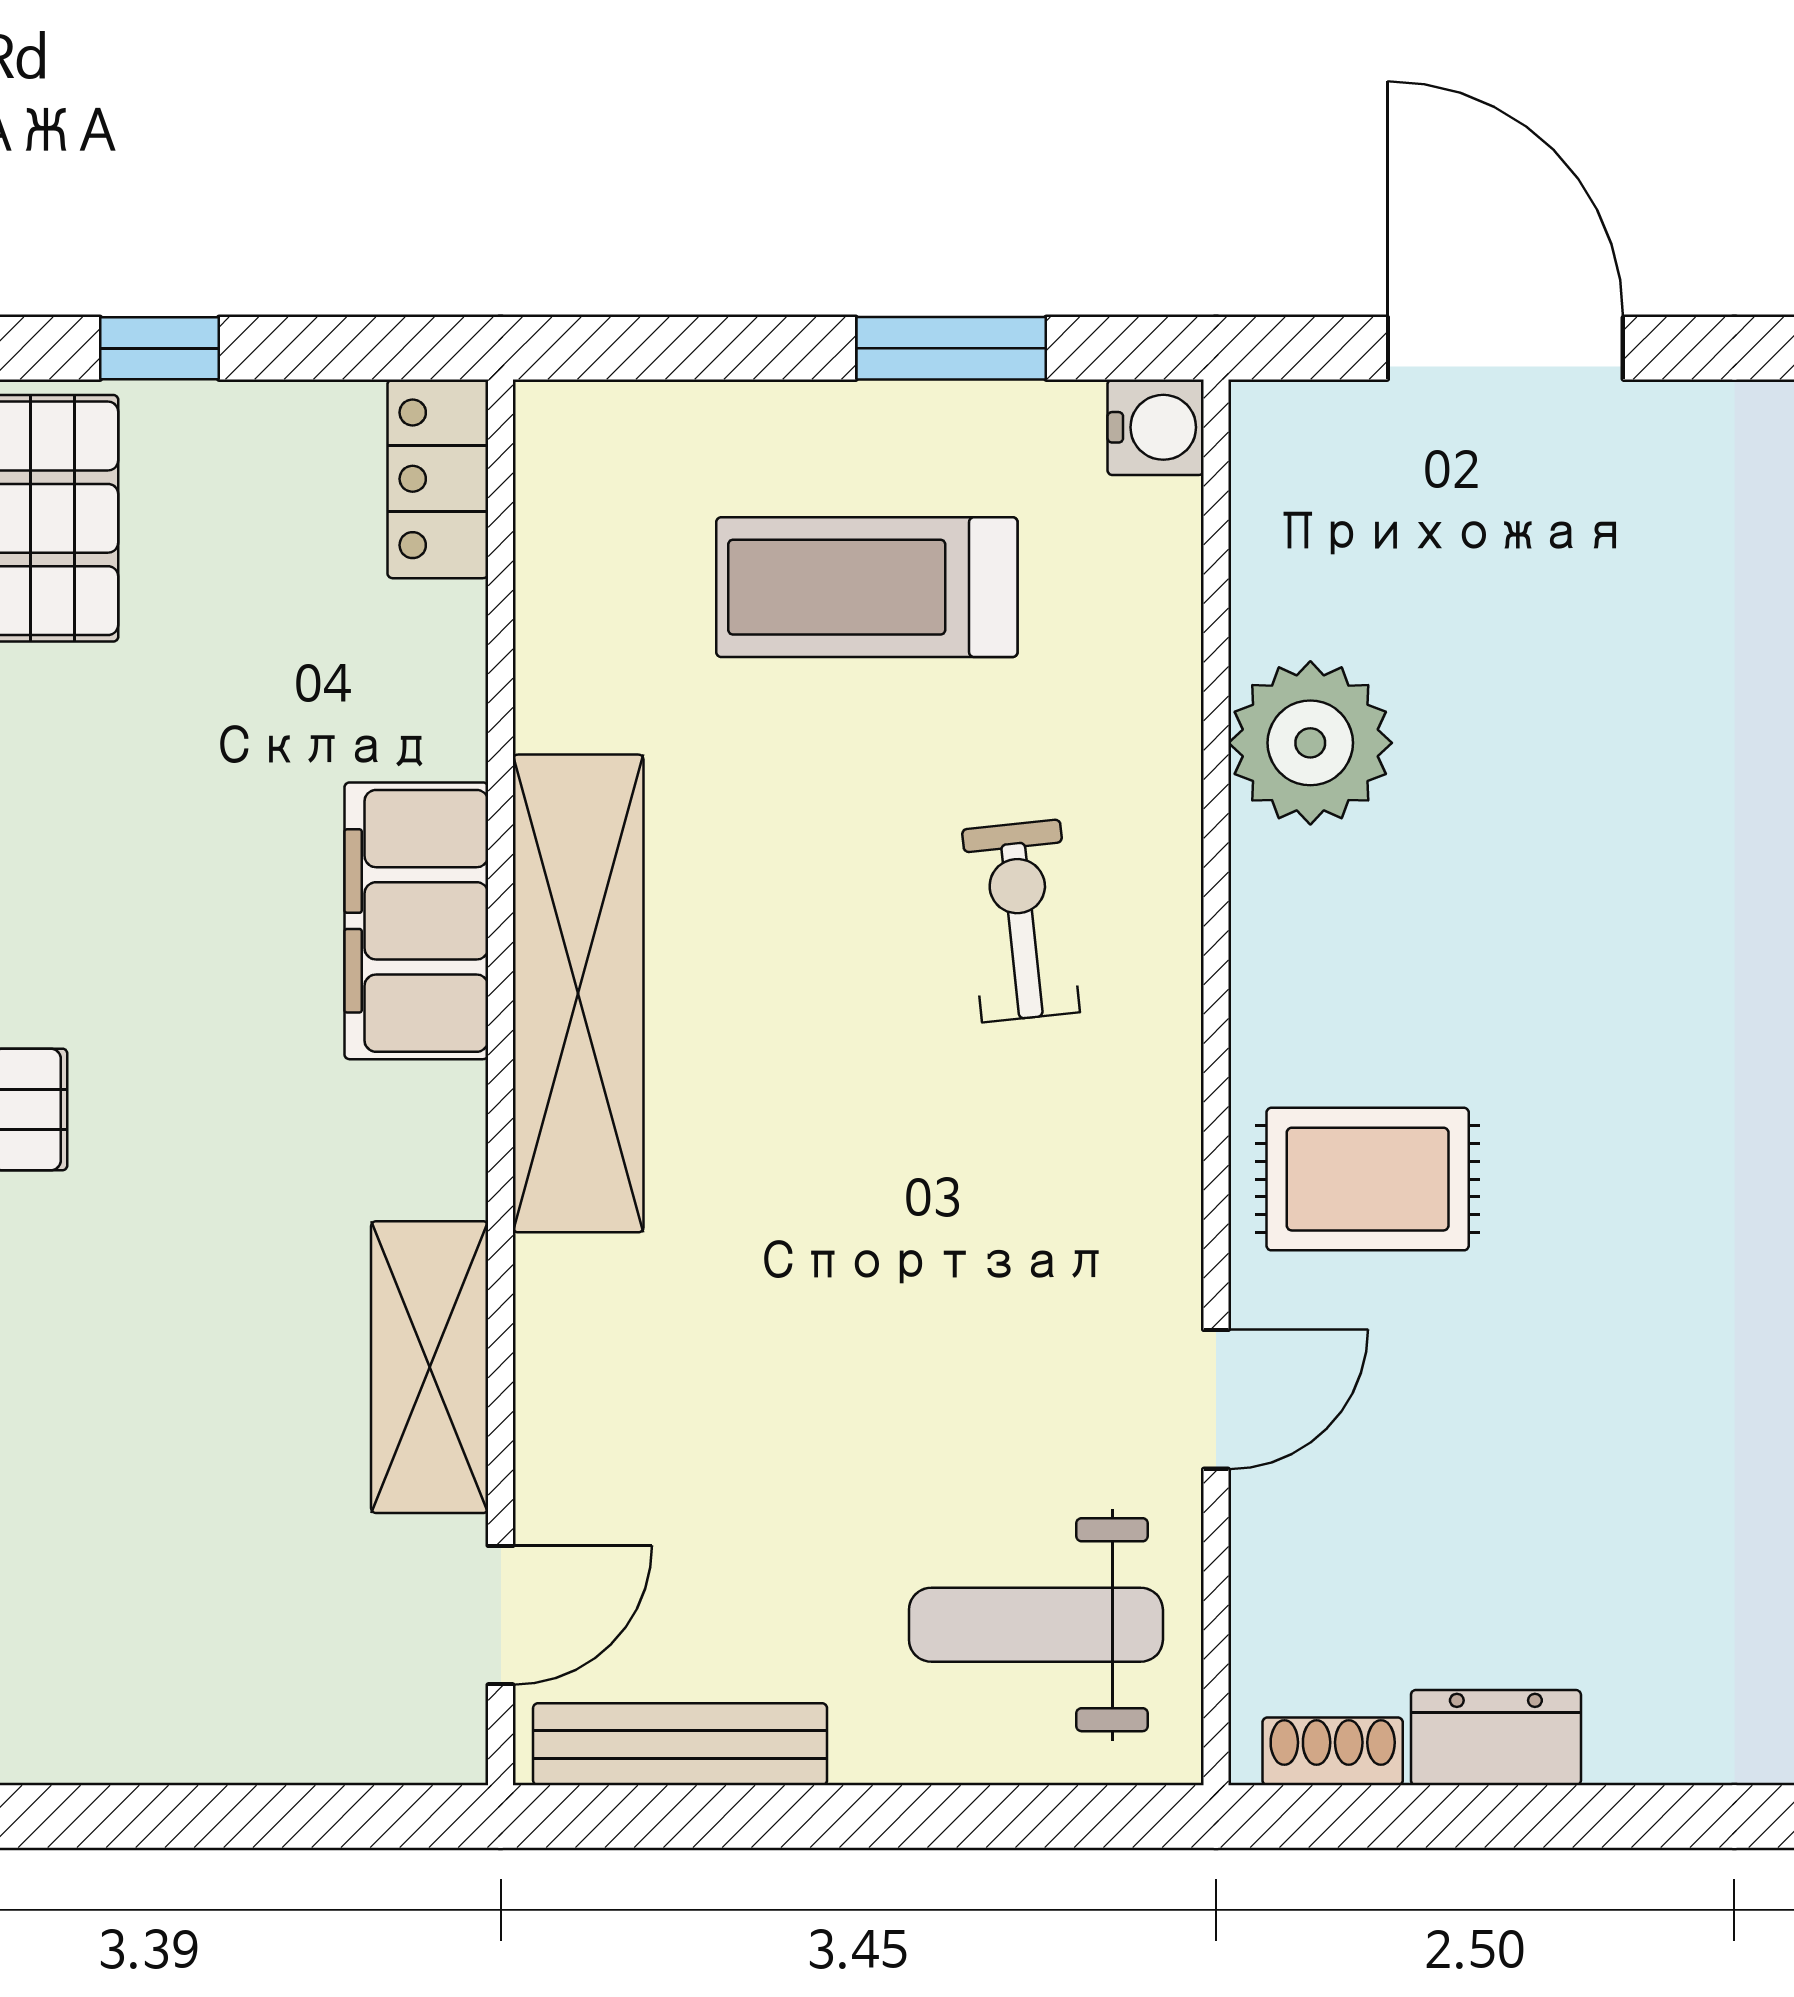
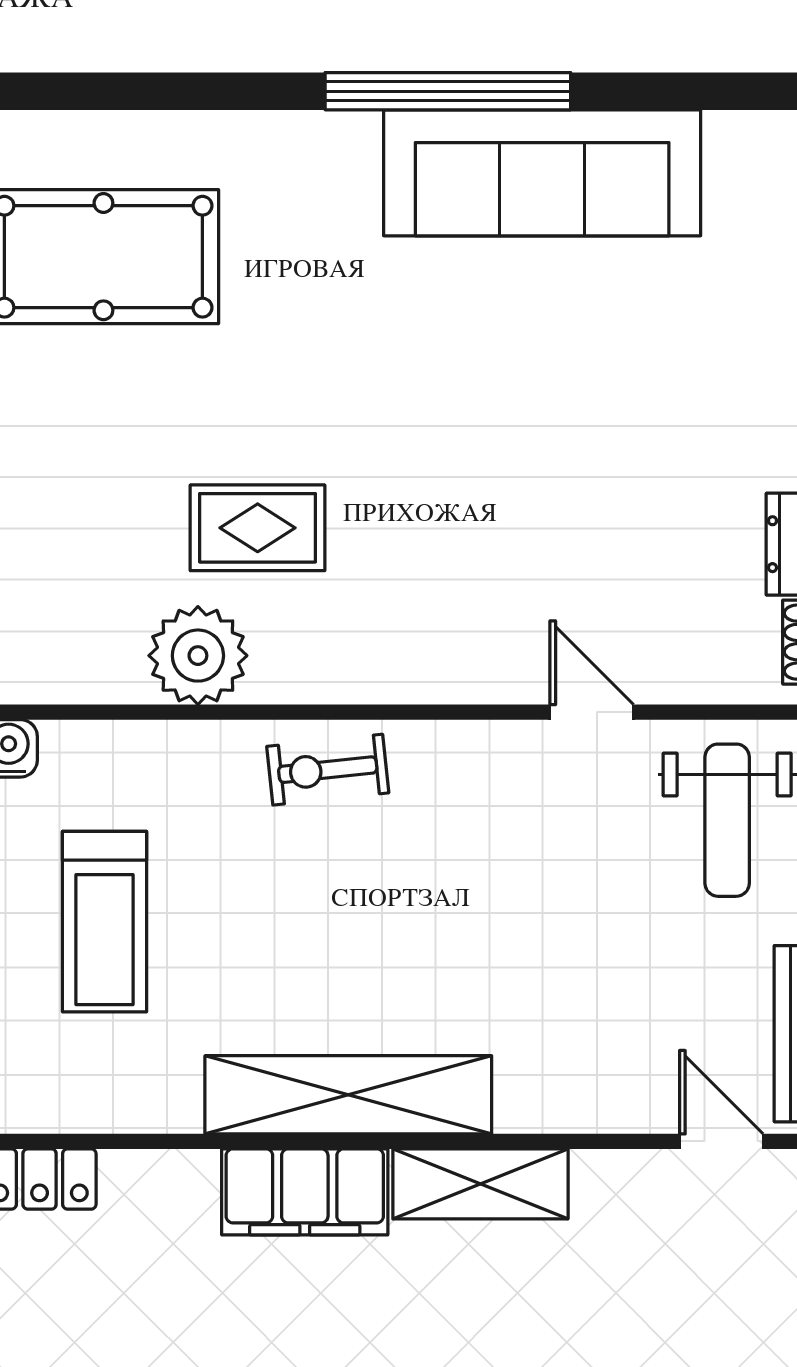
exercise bike: (1021, 921) -> (328, 770), moved
rug: (1368, 1179) -> (258, 528), moved, turned 90
shelving: (430, 1367) -> (480, 1184), moved

